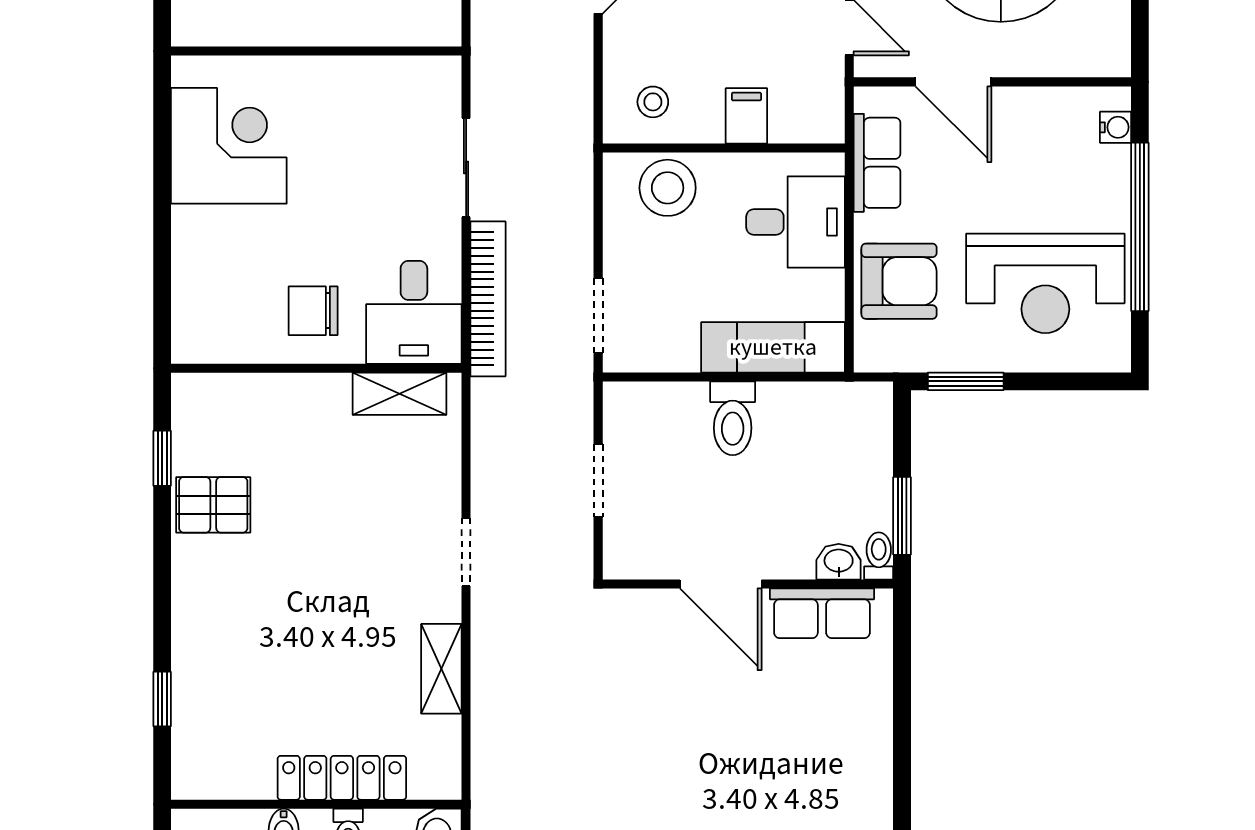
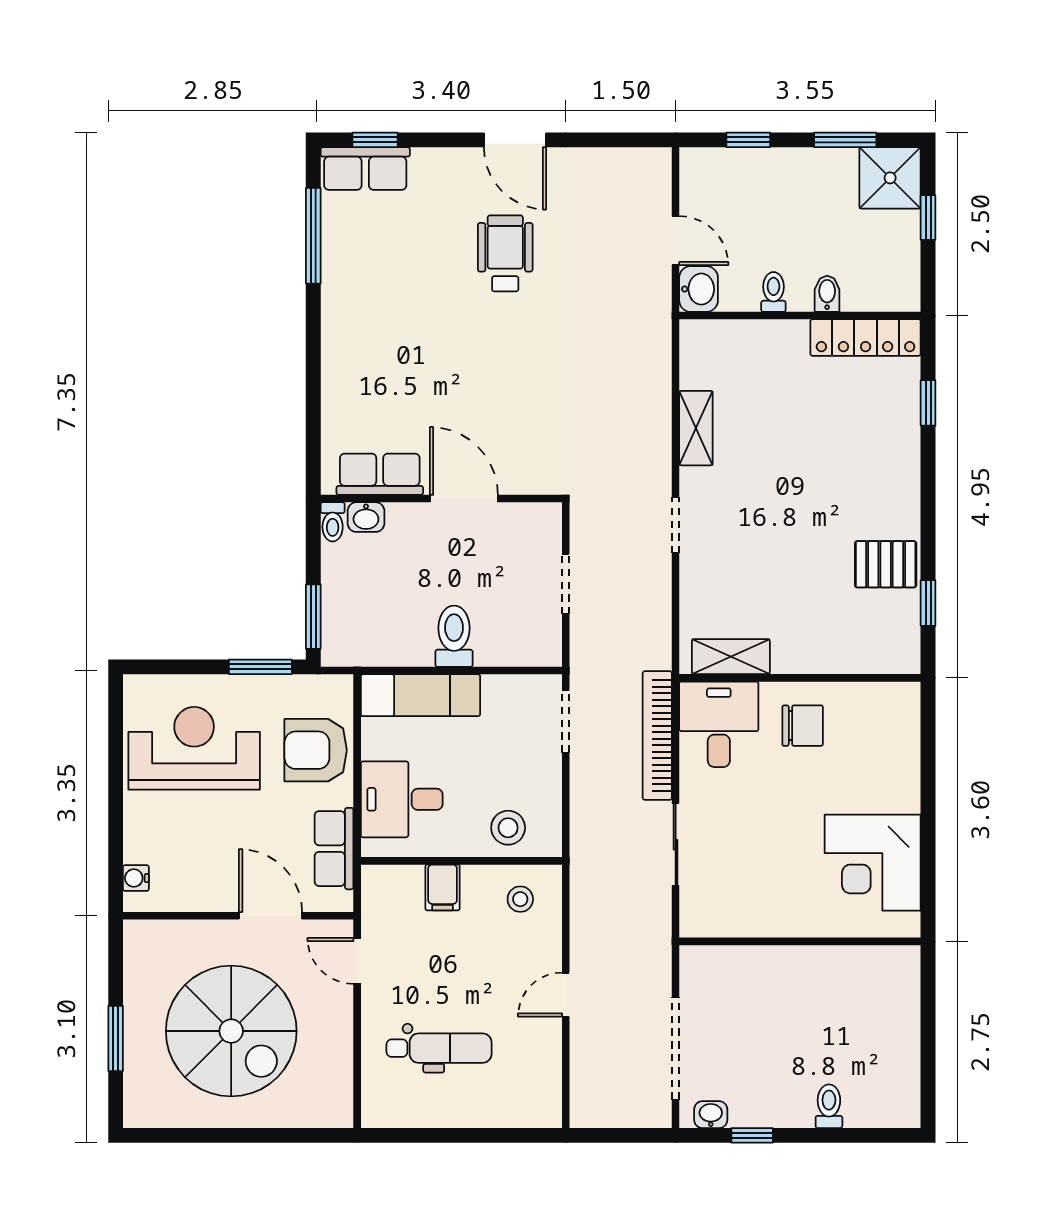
stool: (668, 188) -> (508, 828), width x0.73, depth x0.73
window: (1140, 227) -> (116, 795), removed
window: (902, 516) -> (313, 617), moved
locker: (342, 778) -> (866, 338), moved

